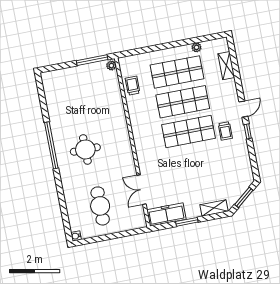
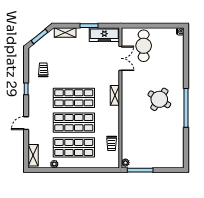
shelving: (226, 66) -> (33, 155), moved
door: (243, 109) -> (26, 123), moved
trolley: (225, 131) -> (43, 70), moved
shelving: (140, 144) -> (115, 95), added
round table: (85, 149) -> (159, 99), turned 33
cafe table: (100, 206) -> (144, 46), moved

